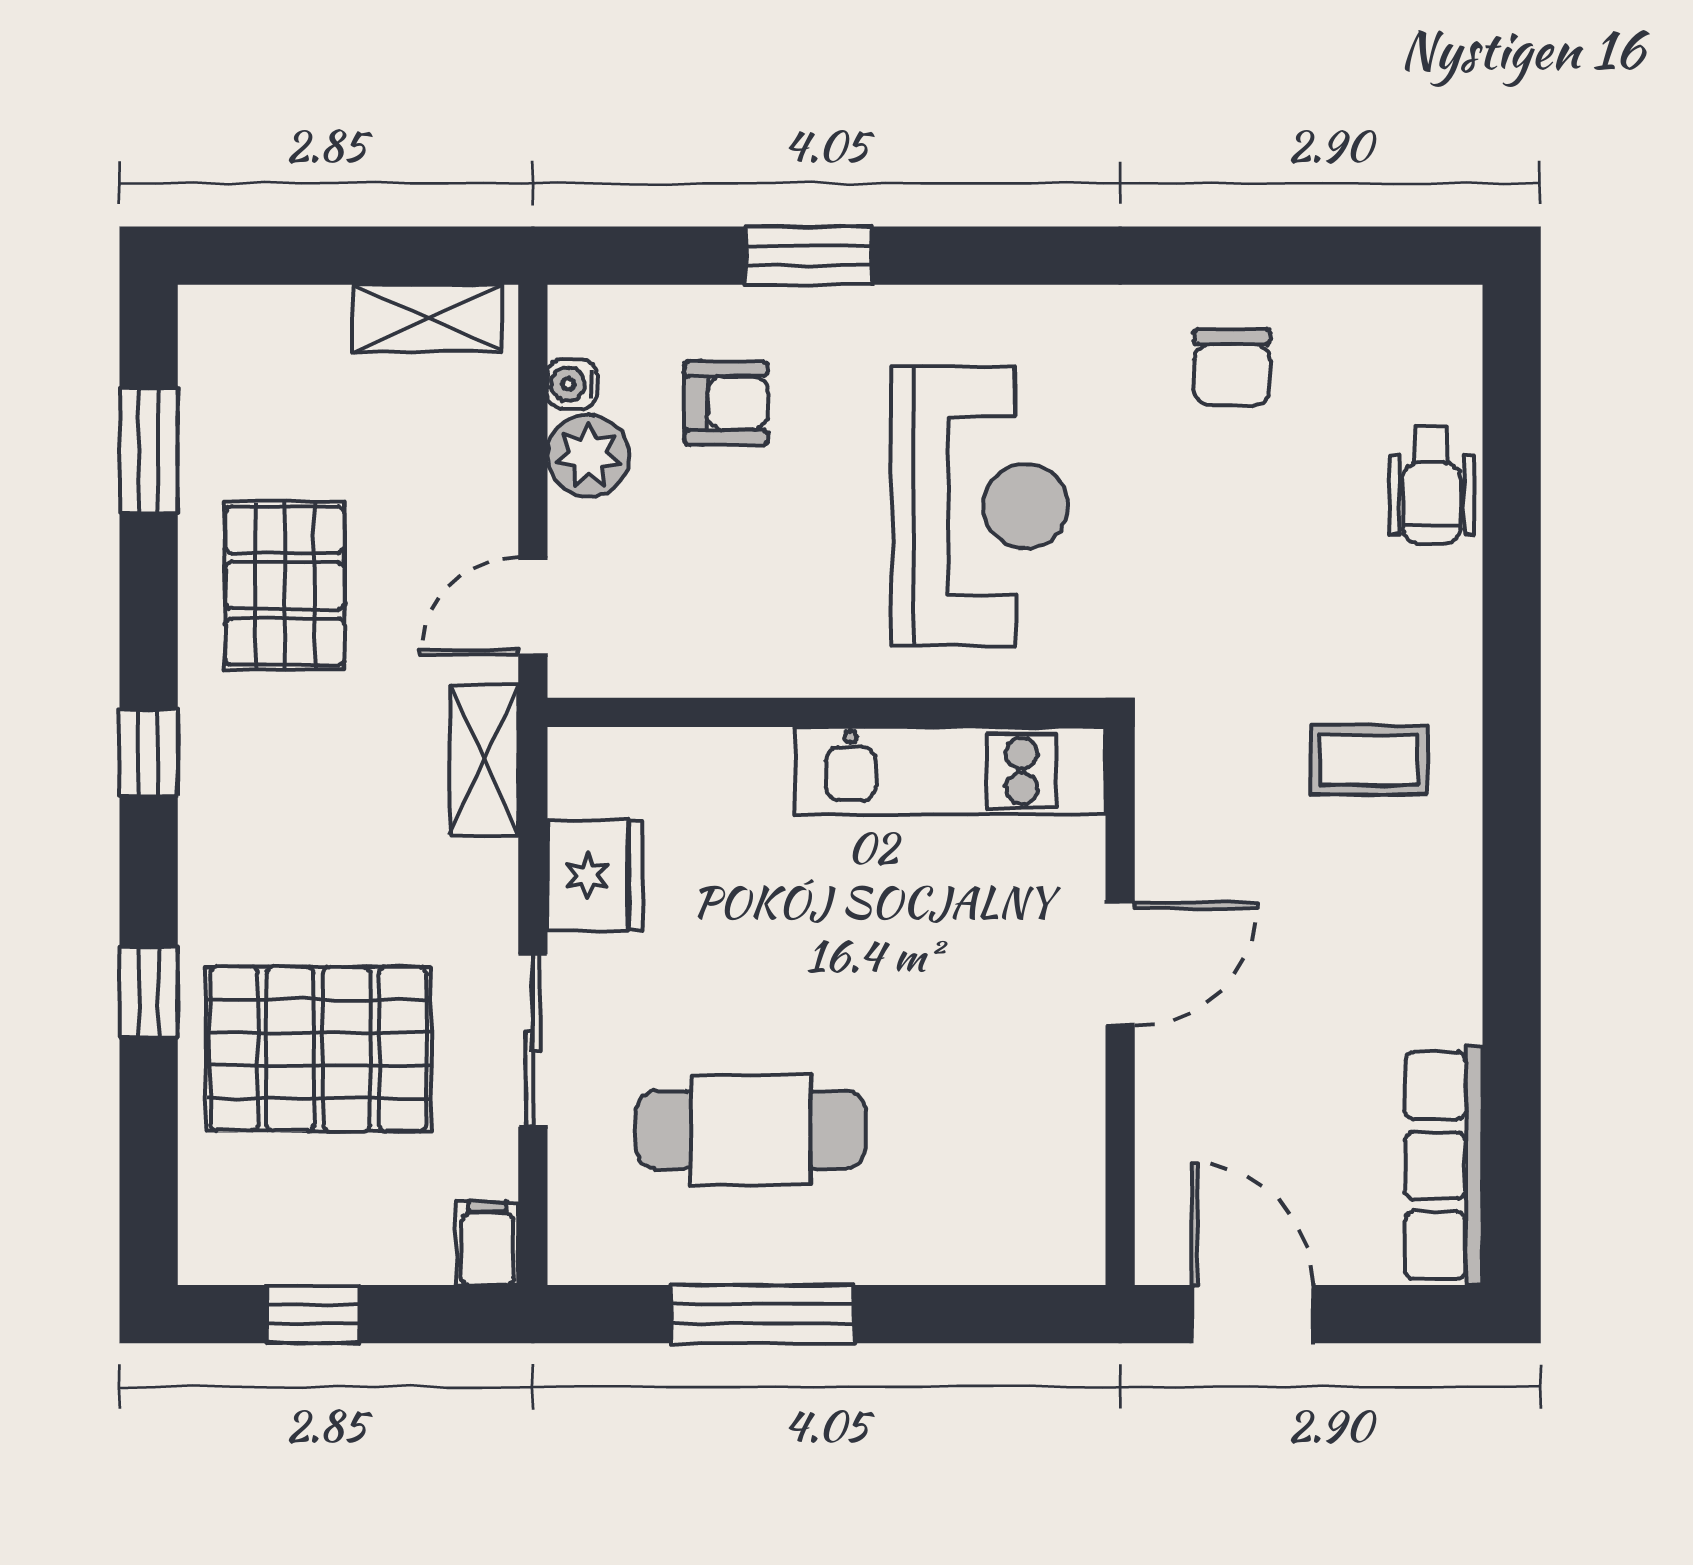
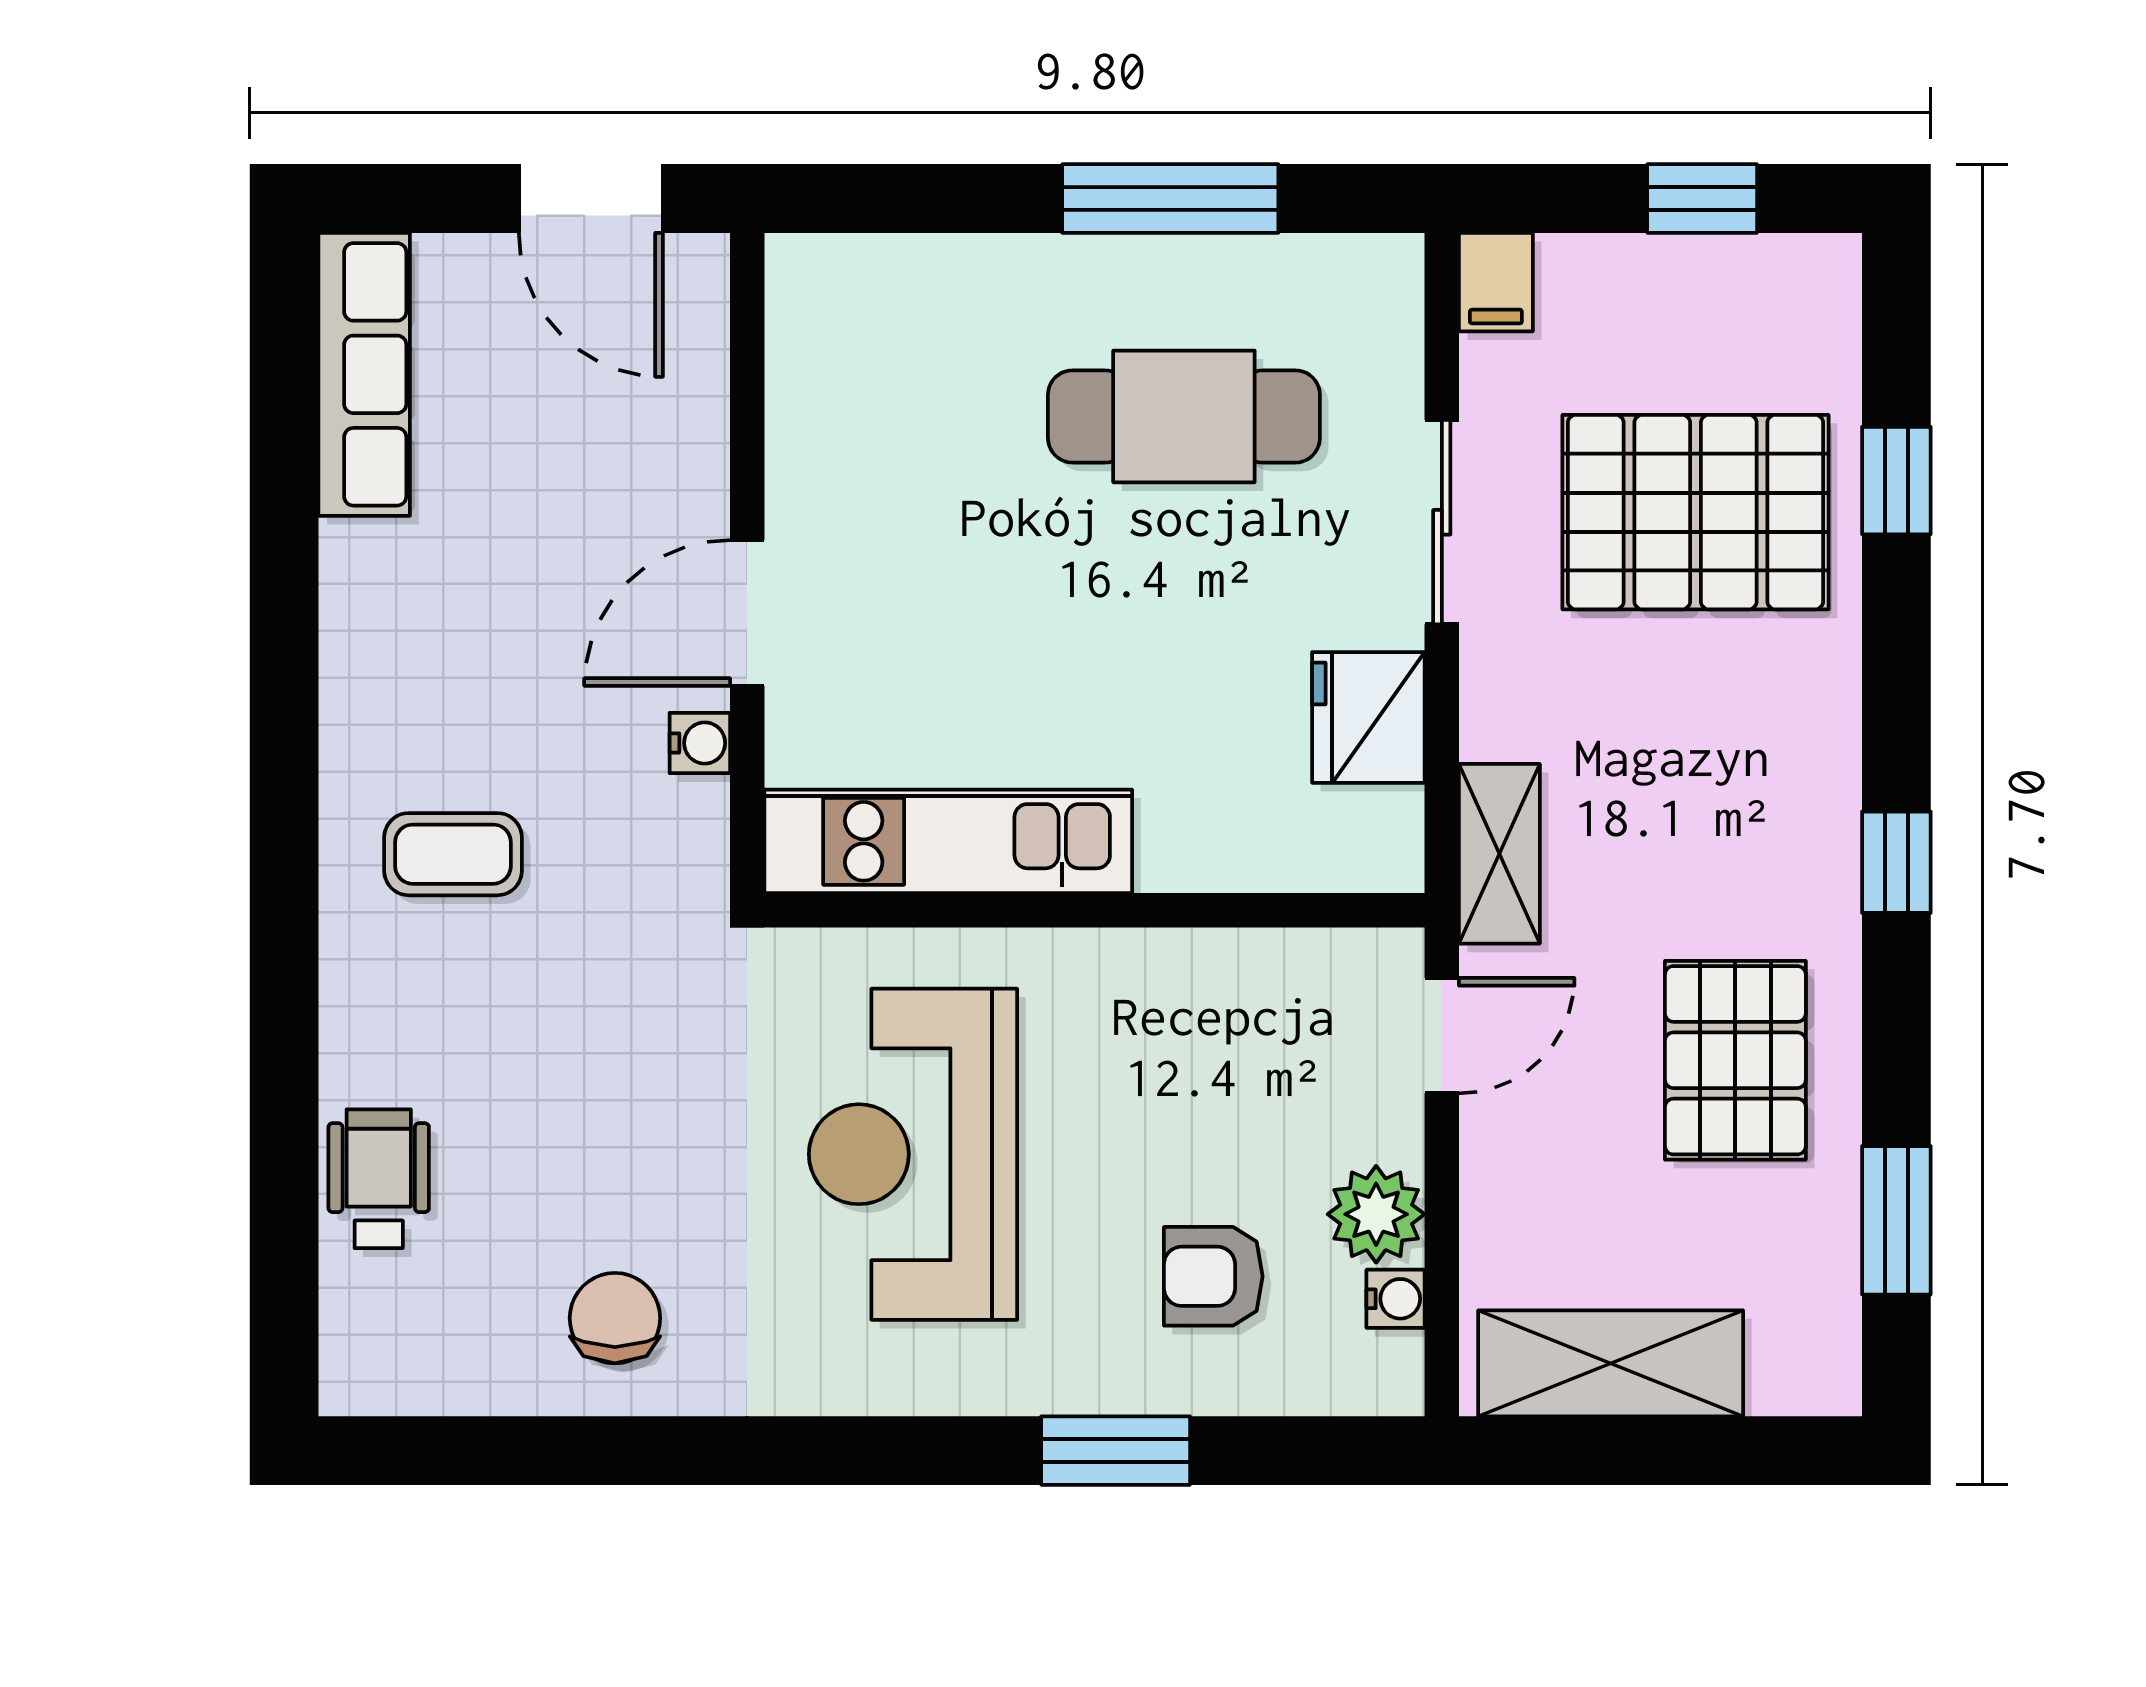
shelving: (427, 318) -> (1611, 1363), width x1.50, depth x1.33
water cooler: (1160, 854) -> (700, 743), added
window: (149, 992) -> (1896, 481), moved

